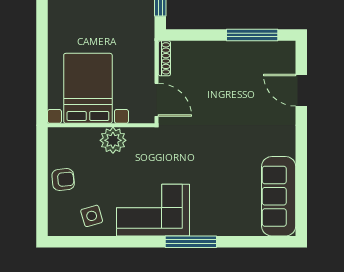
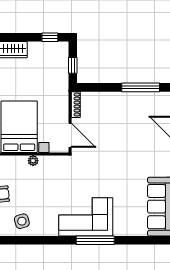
plant: (113, 140) -> (33, 161), width x0.53, depth x0.53
corner sofa: (153, 210) -> (86, 217), moved

